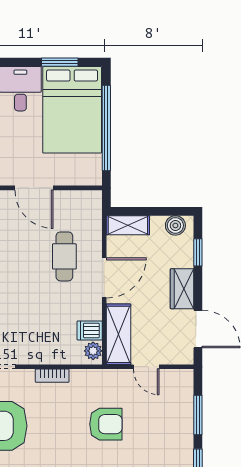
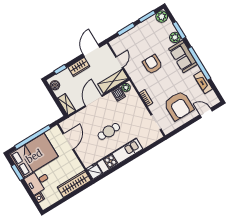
door: (34, 188) -> (68, 141), moved
cafe table: (64, 256) -> (109, 131), moved
door: (104, 278) -> (94, 101), hinge flipped

